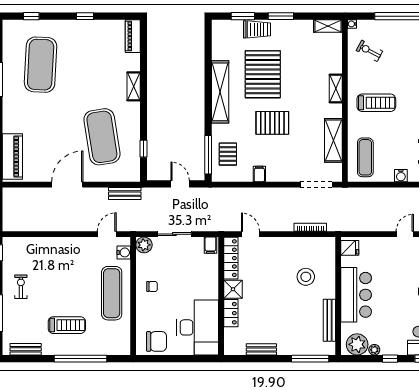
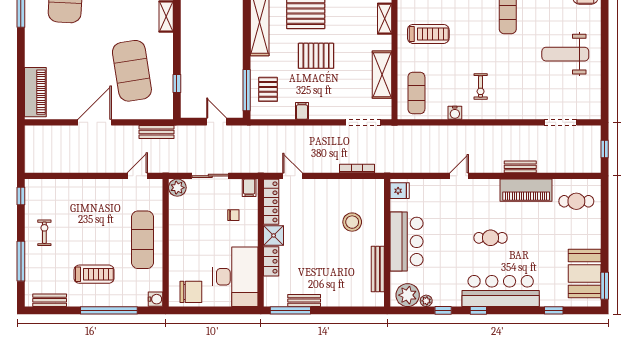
water cooler: (124, 252) -> (155, 299), moved
chair: (152, 286) -> (233, 215), moved
window: (310, 359) -> (290, 310), moved

